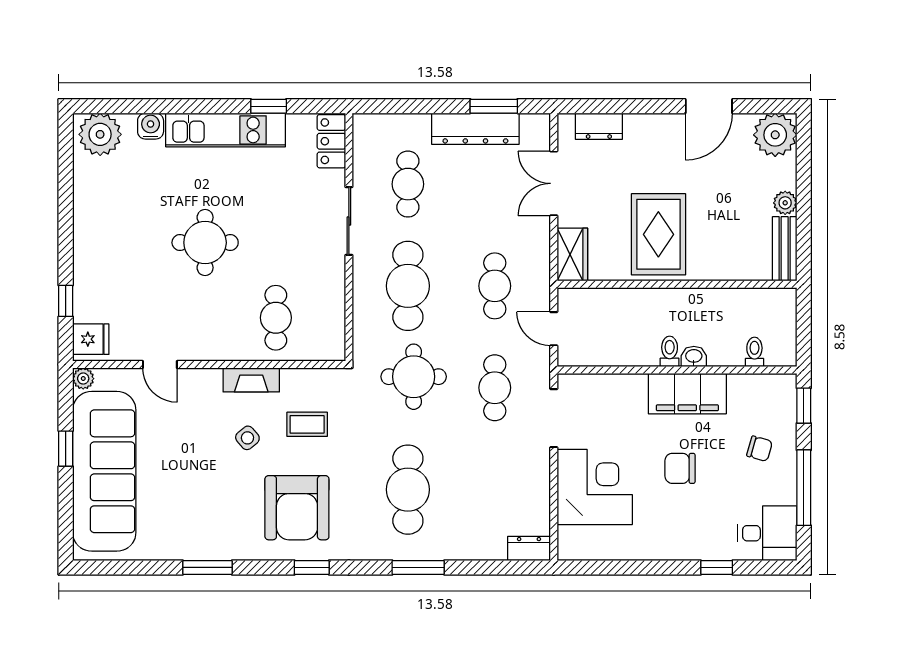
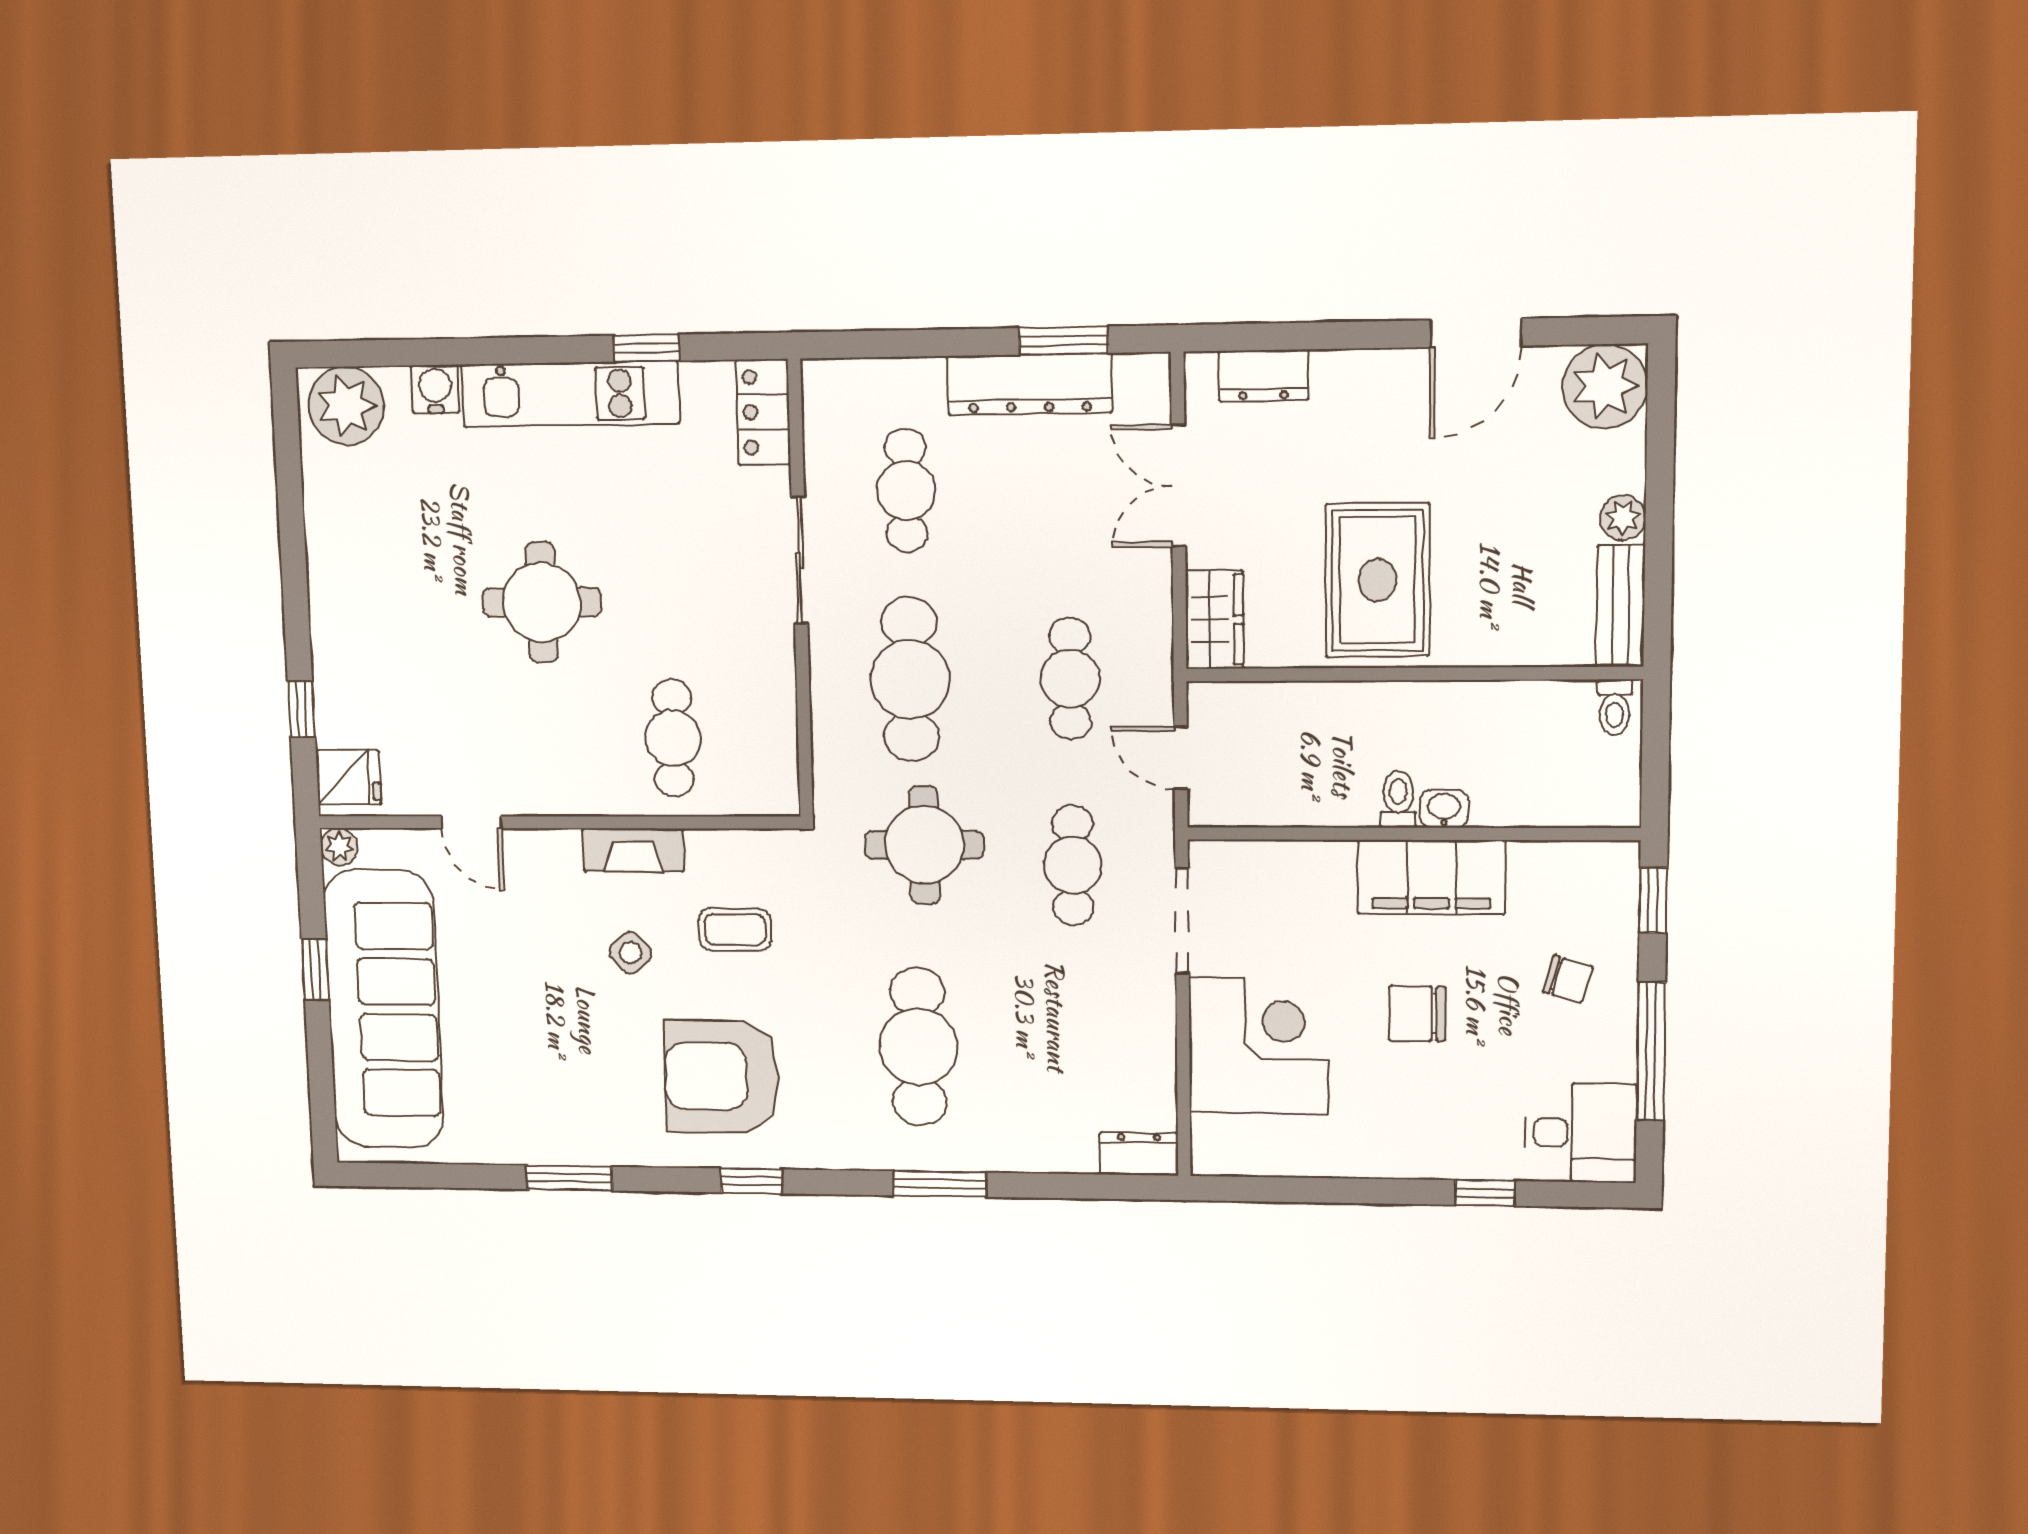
toilet: (754, 352) -> (1615, 707), moved, turned 180
armchair: (297, 508) -> (722, 1077), turned 90

